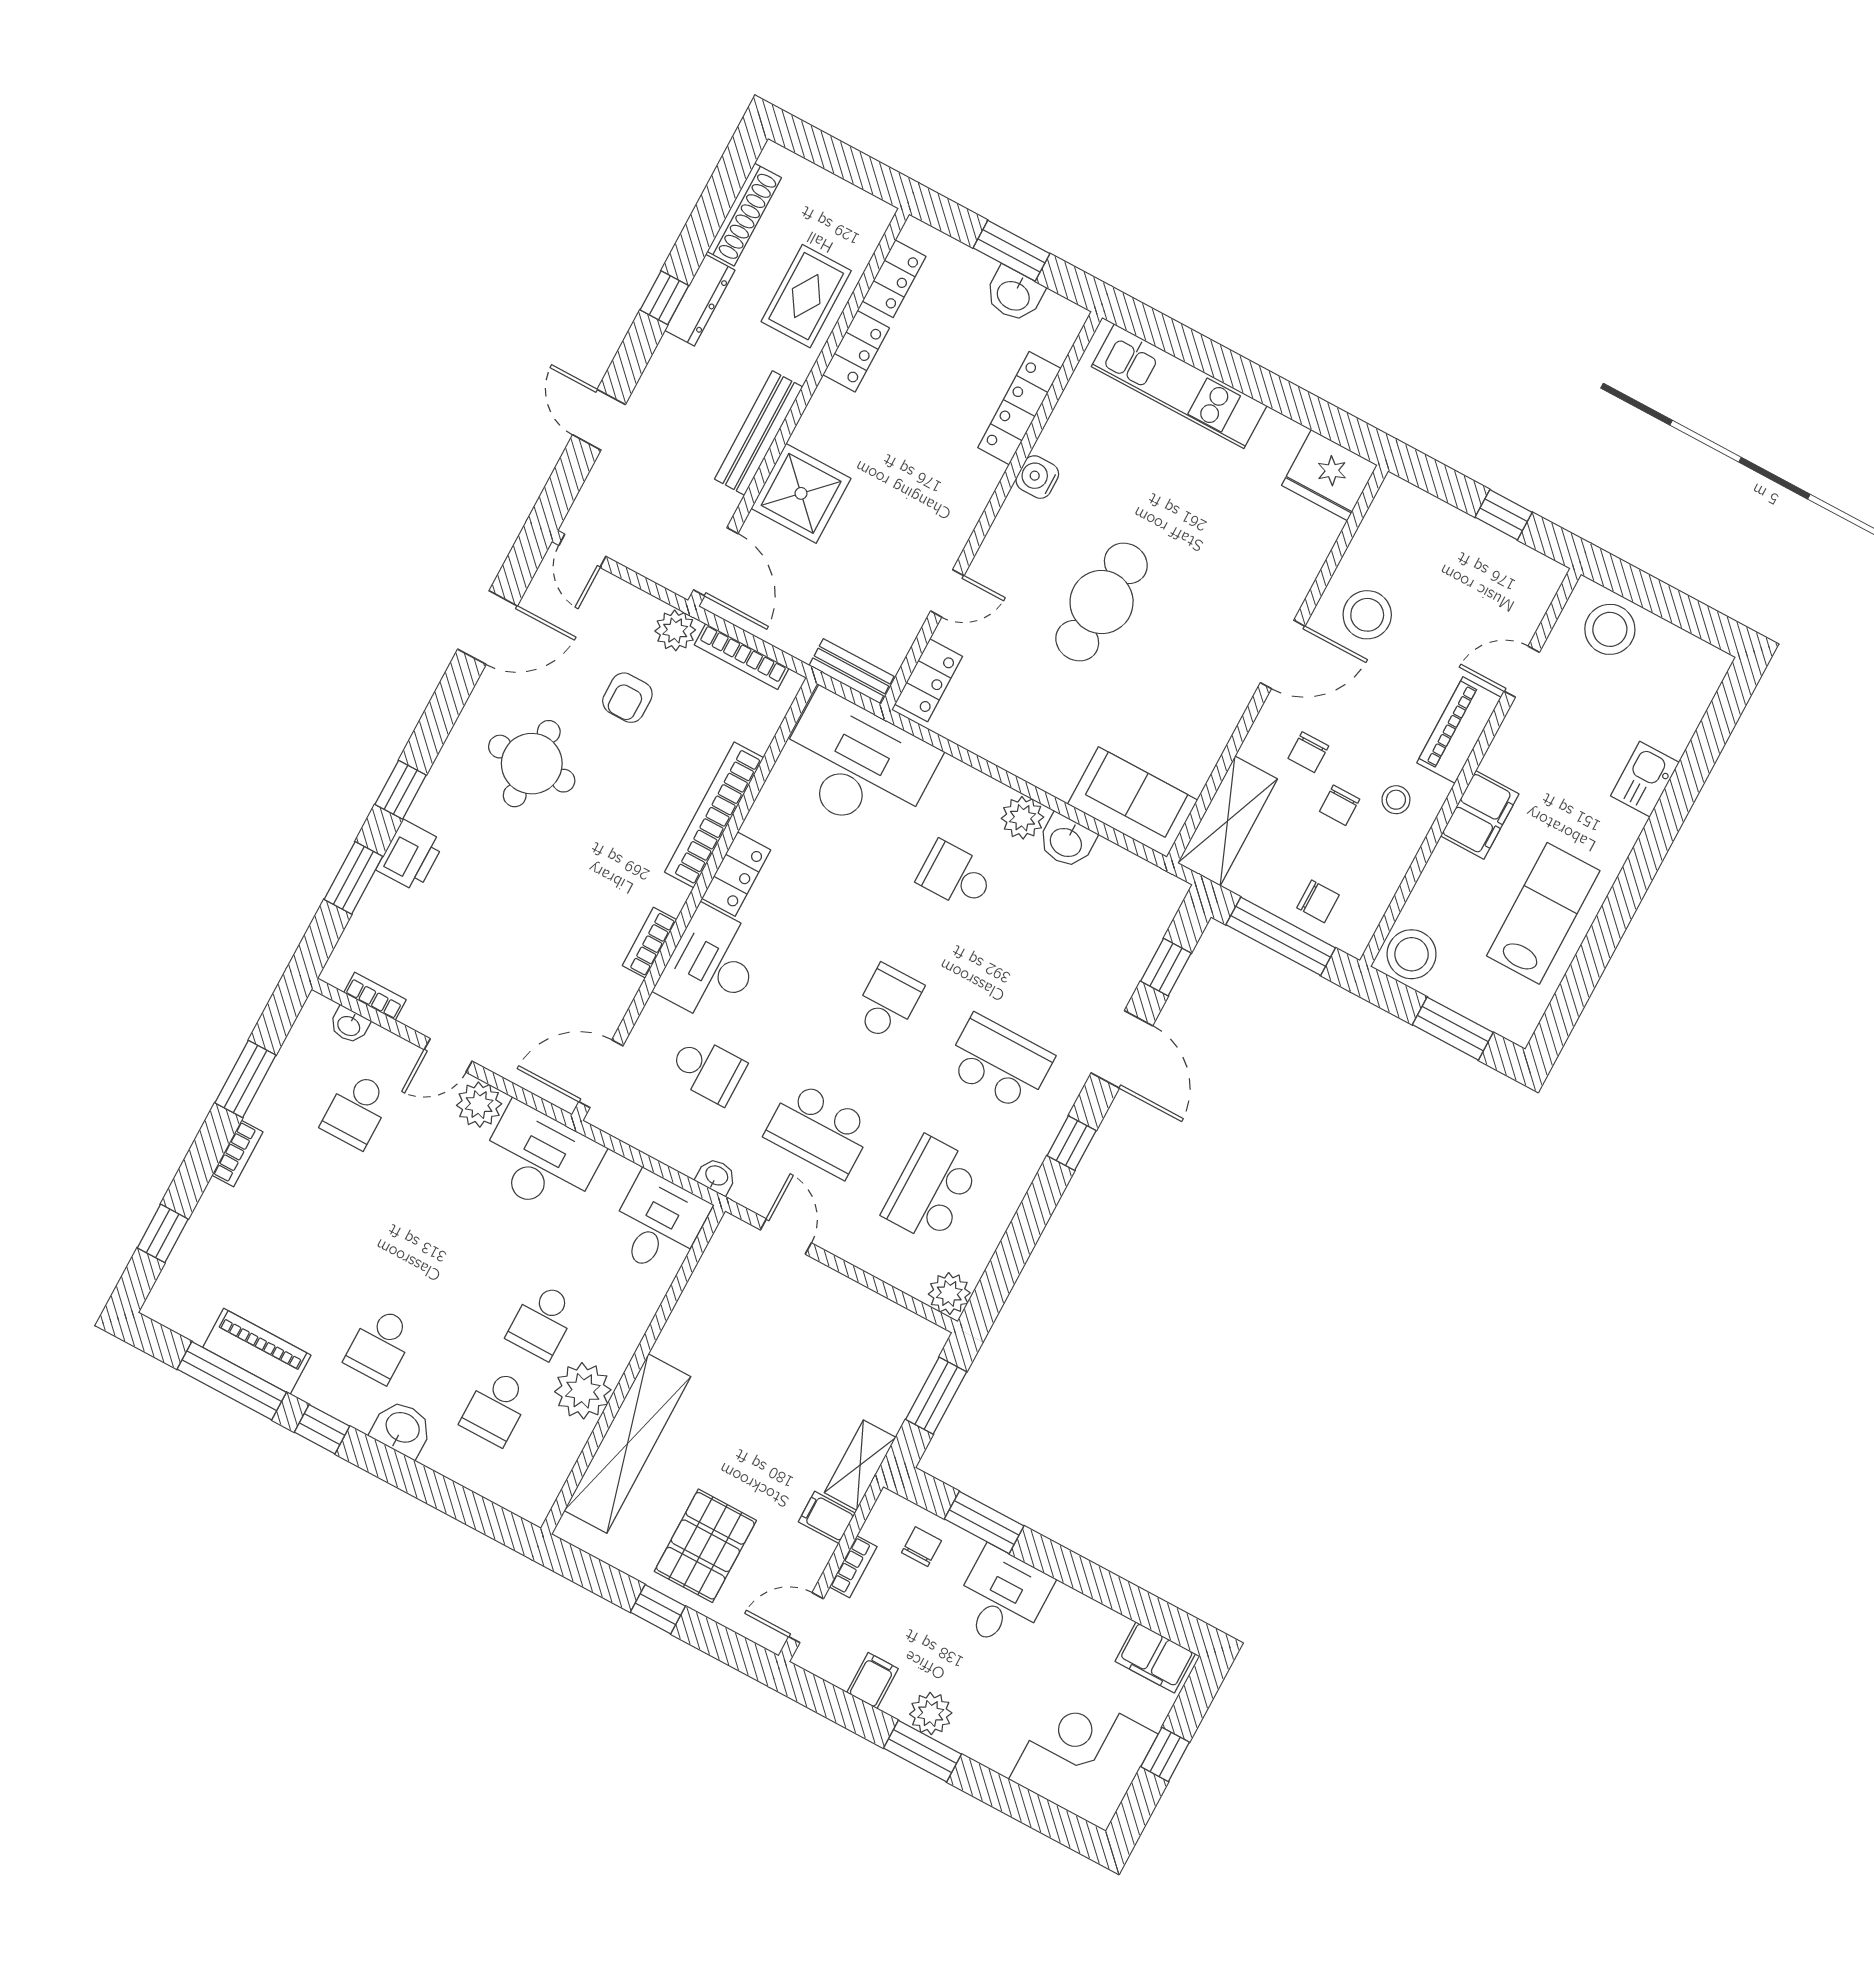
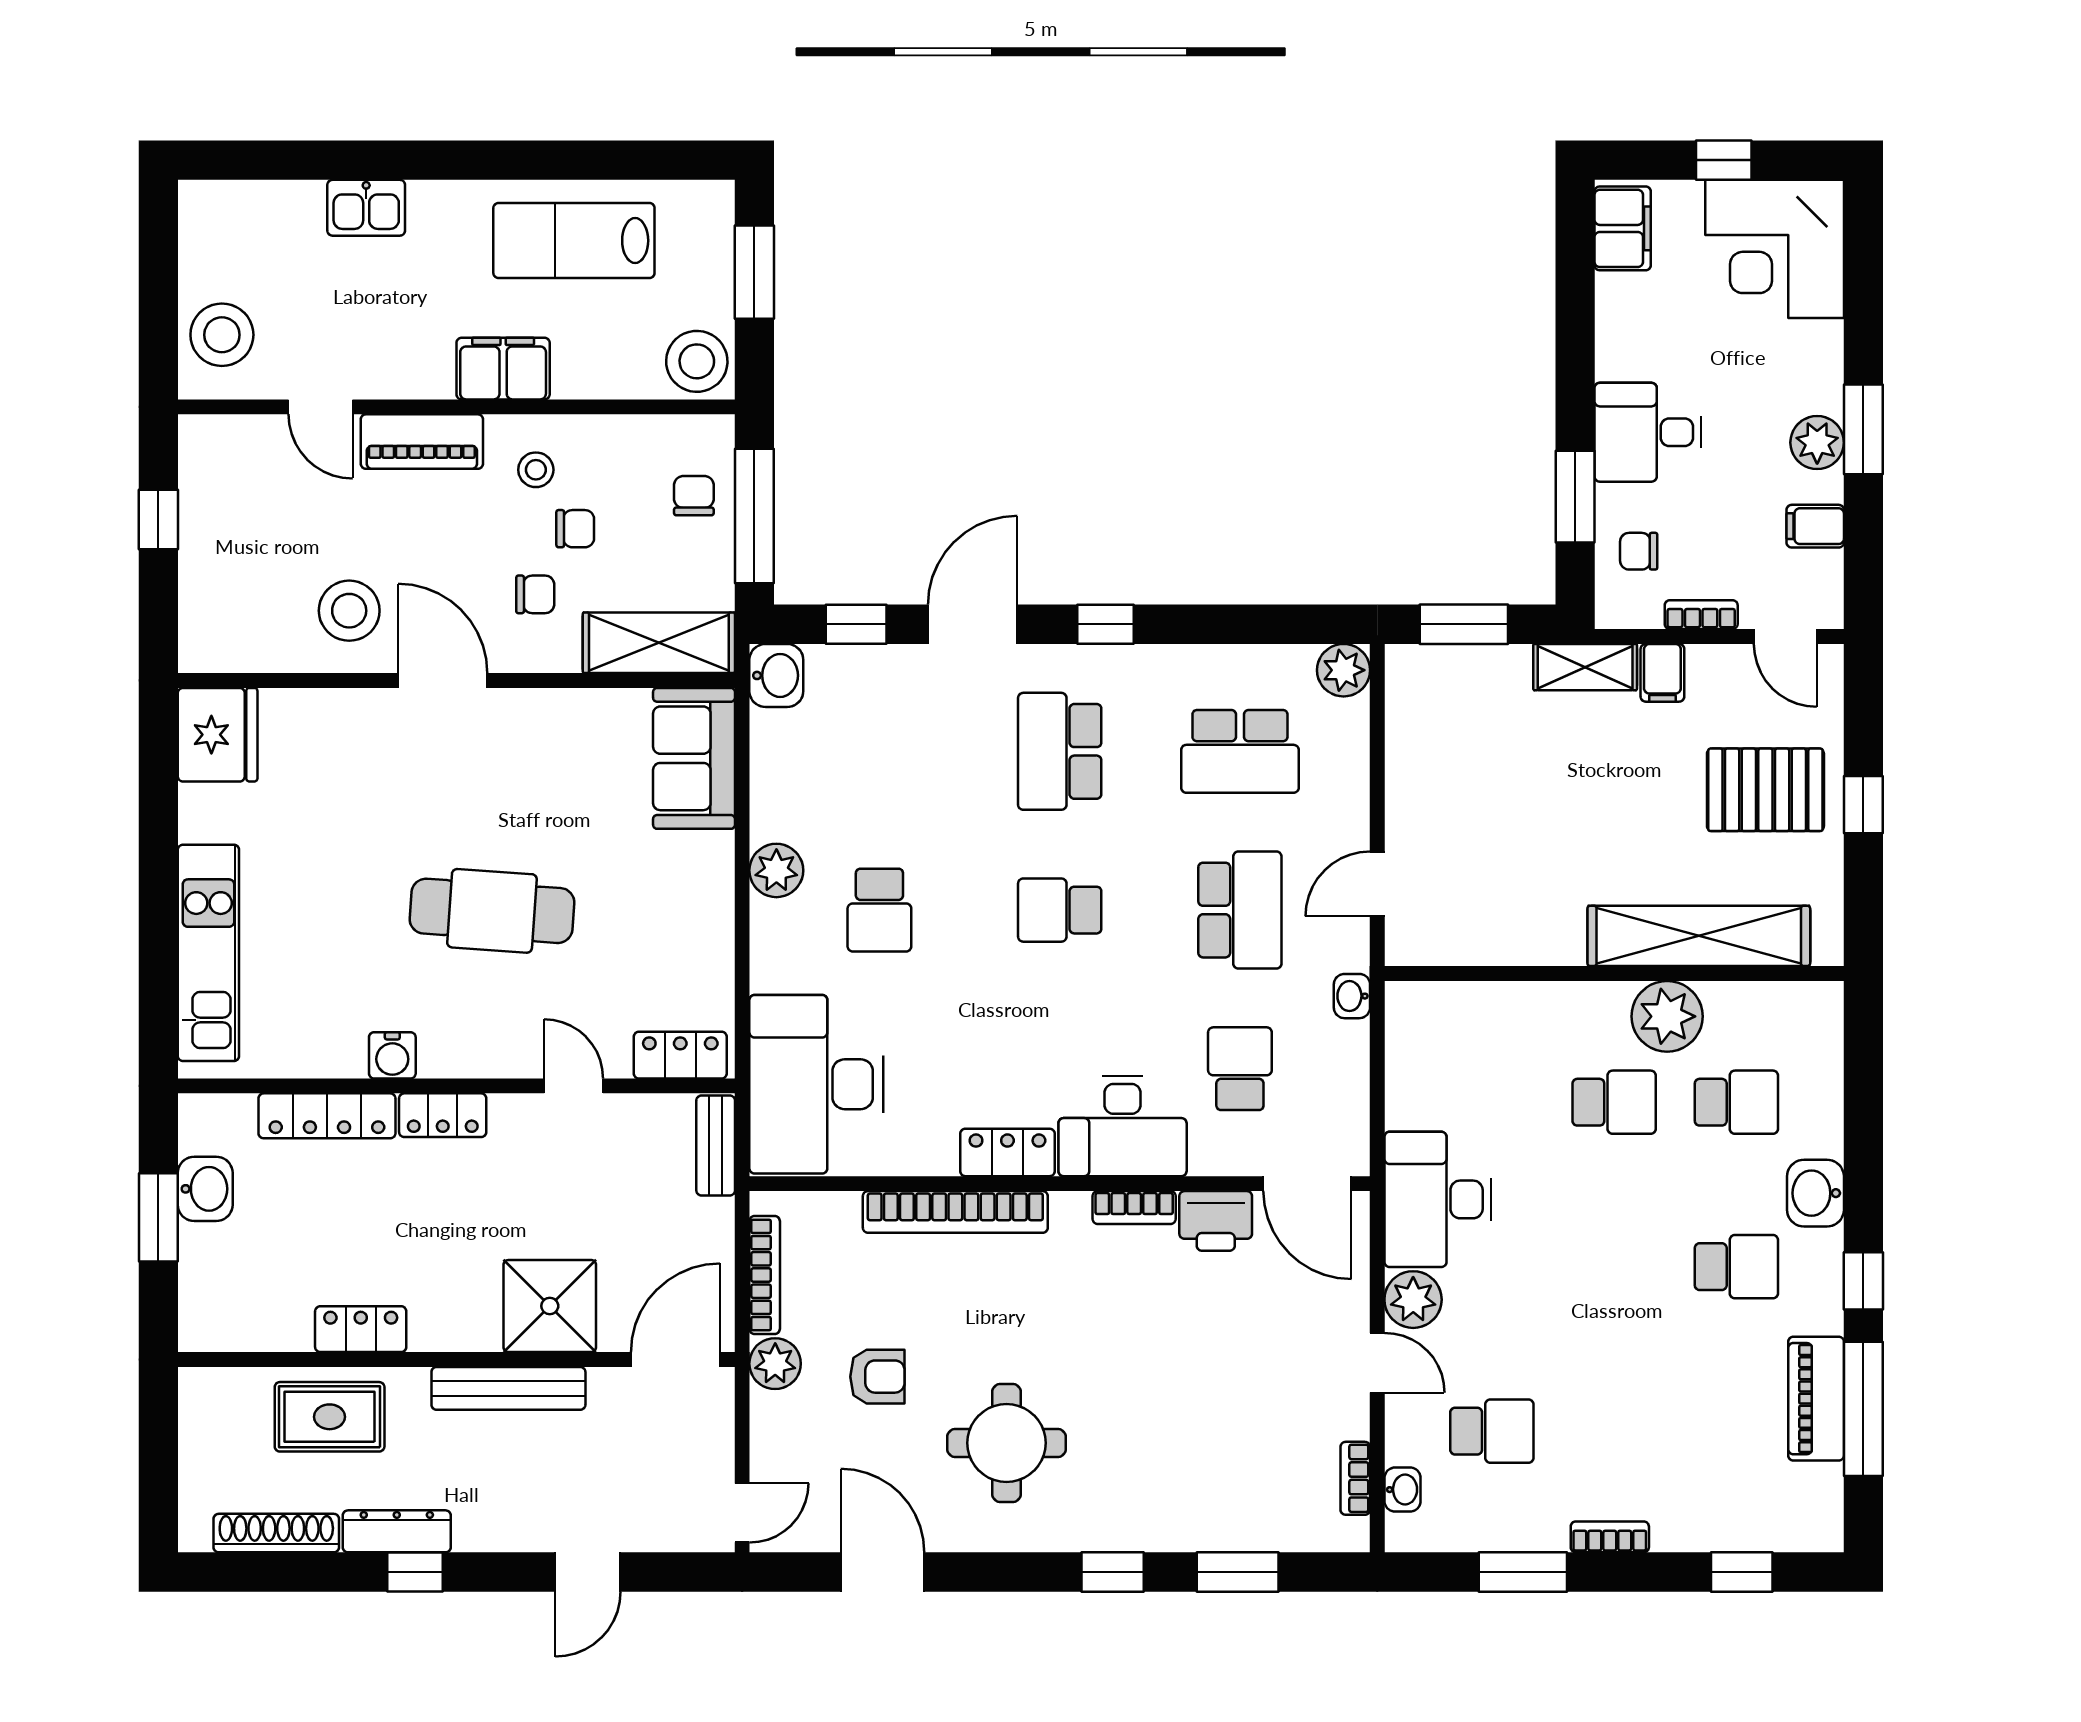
locker: (894, 279) -> (443, 1115), moved, turned 180
washbasin: (1066, 841) -> (776, 675), moved
printer: (410, 856) -> (1216, 1221), moved, turned 180
desk: (658, 1224) -> (1439, 1032), removed

